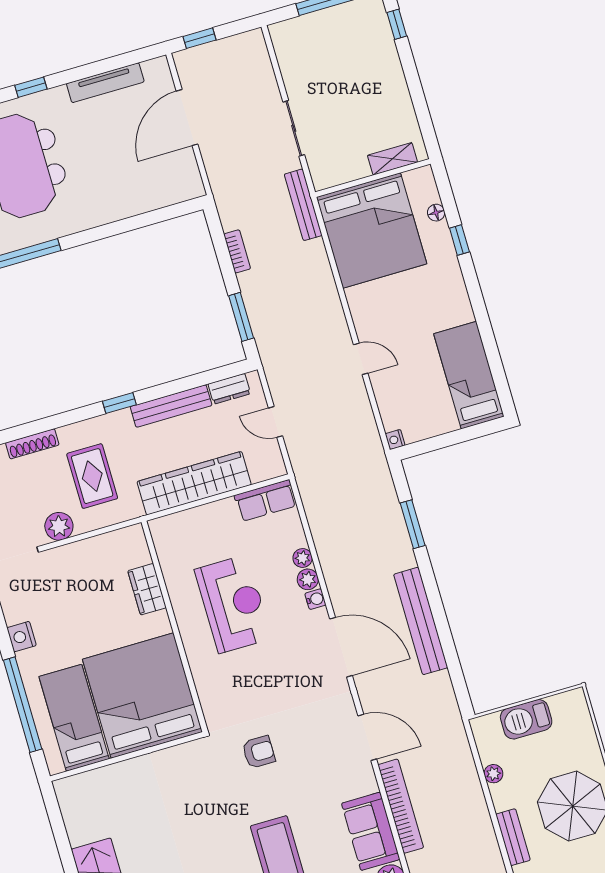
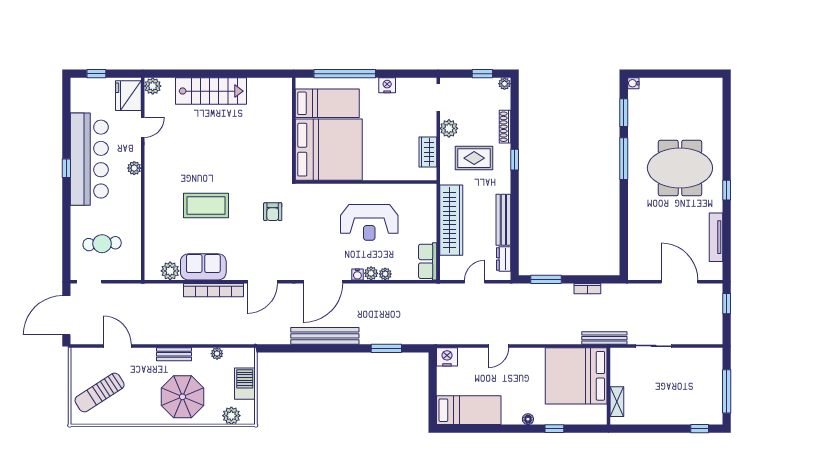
floor lamp: (436, 213) -> (528, 419), moved
window: (119, 403) -> (515, 160), moved
nightstand: (395, 440) -> (447, 357), width x1.89, depth x1.79
wardrobe: (147, 589) -> (428, 152), moved, turned -90
plant: (580, 725) -> (231, 416), added

